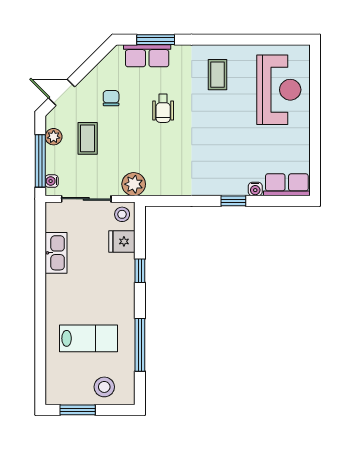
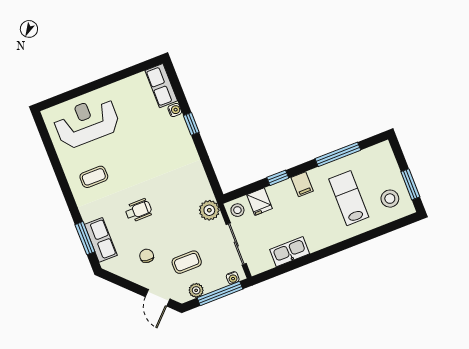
chair: (111, 98) -> (147, 256), turned 99
filing cabinet: (123, 294) -> (302, 184), added
stool: (104, 387) -> (390, 199), moved

